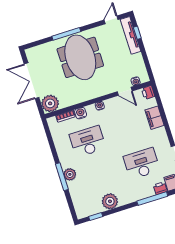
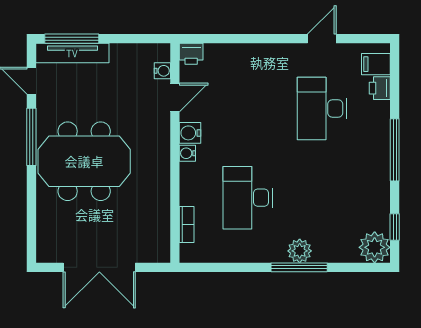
window: (137, 33) -> (72, 39), width x2.17
window: (66, 34) -> (31, 137), moved
plant: (50, 103) -> (153, 246), removed
water cooler: (81, 113) -> (190, 133), moved
filing cabinet: (154, 118) -> (243, 57), removed
window: (152, 199) -> (395, 150), moved
plant: (110, 201) -> (375, 247), moved

